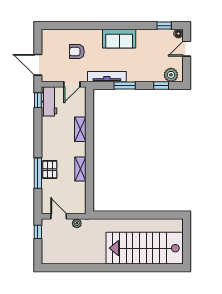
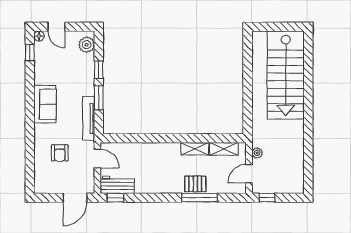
window: (161, 85) -> (99, 70), moved
shelving: (80, 129) -> (224, 149), moved

